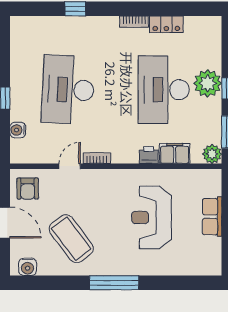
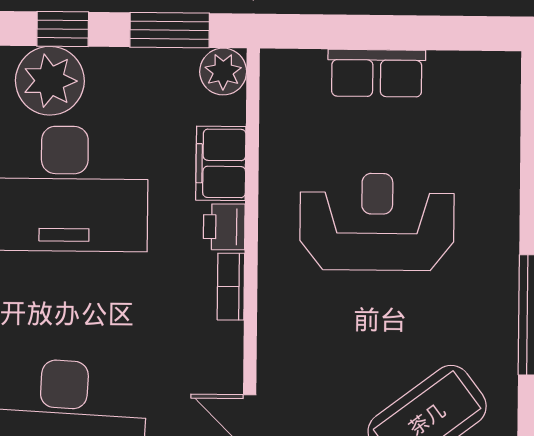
bookcase: (97, 158) -> (231, 287), moved
reception desk: (151, 217) -> (377, 222), turned 180

